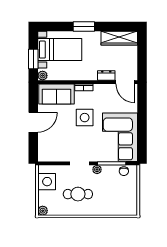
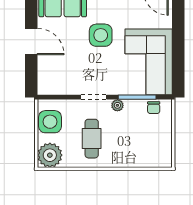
door: (33, 122) -> (31, 42), hinge flipped
cafe table: (78, 194) -> (92, 139), turned 90
plant: (43, 211) -> (50, 155), width x1.87, depth x1.87

